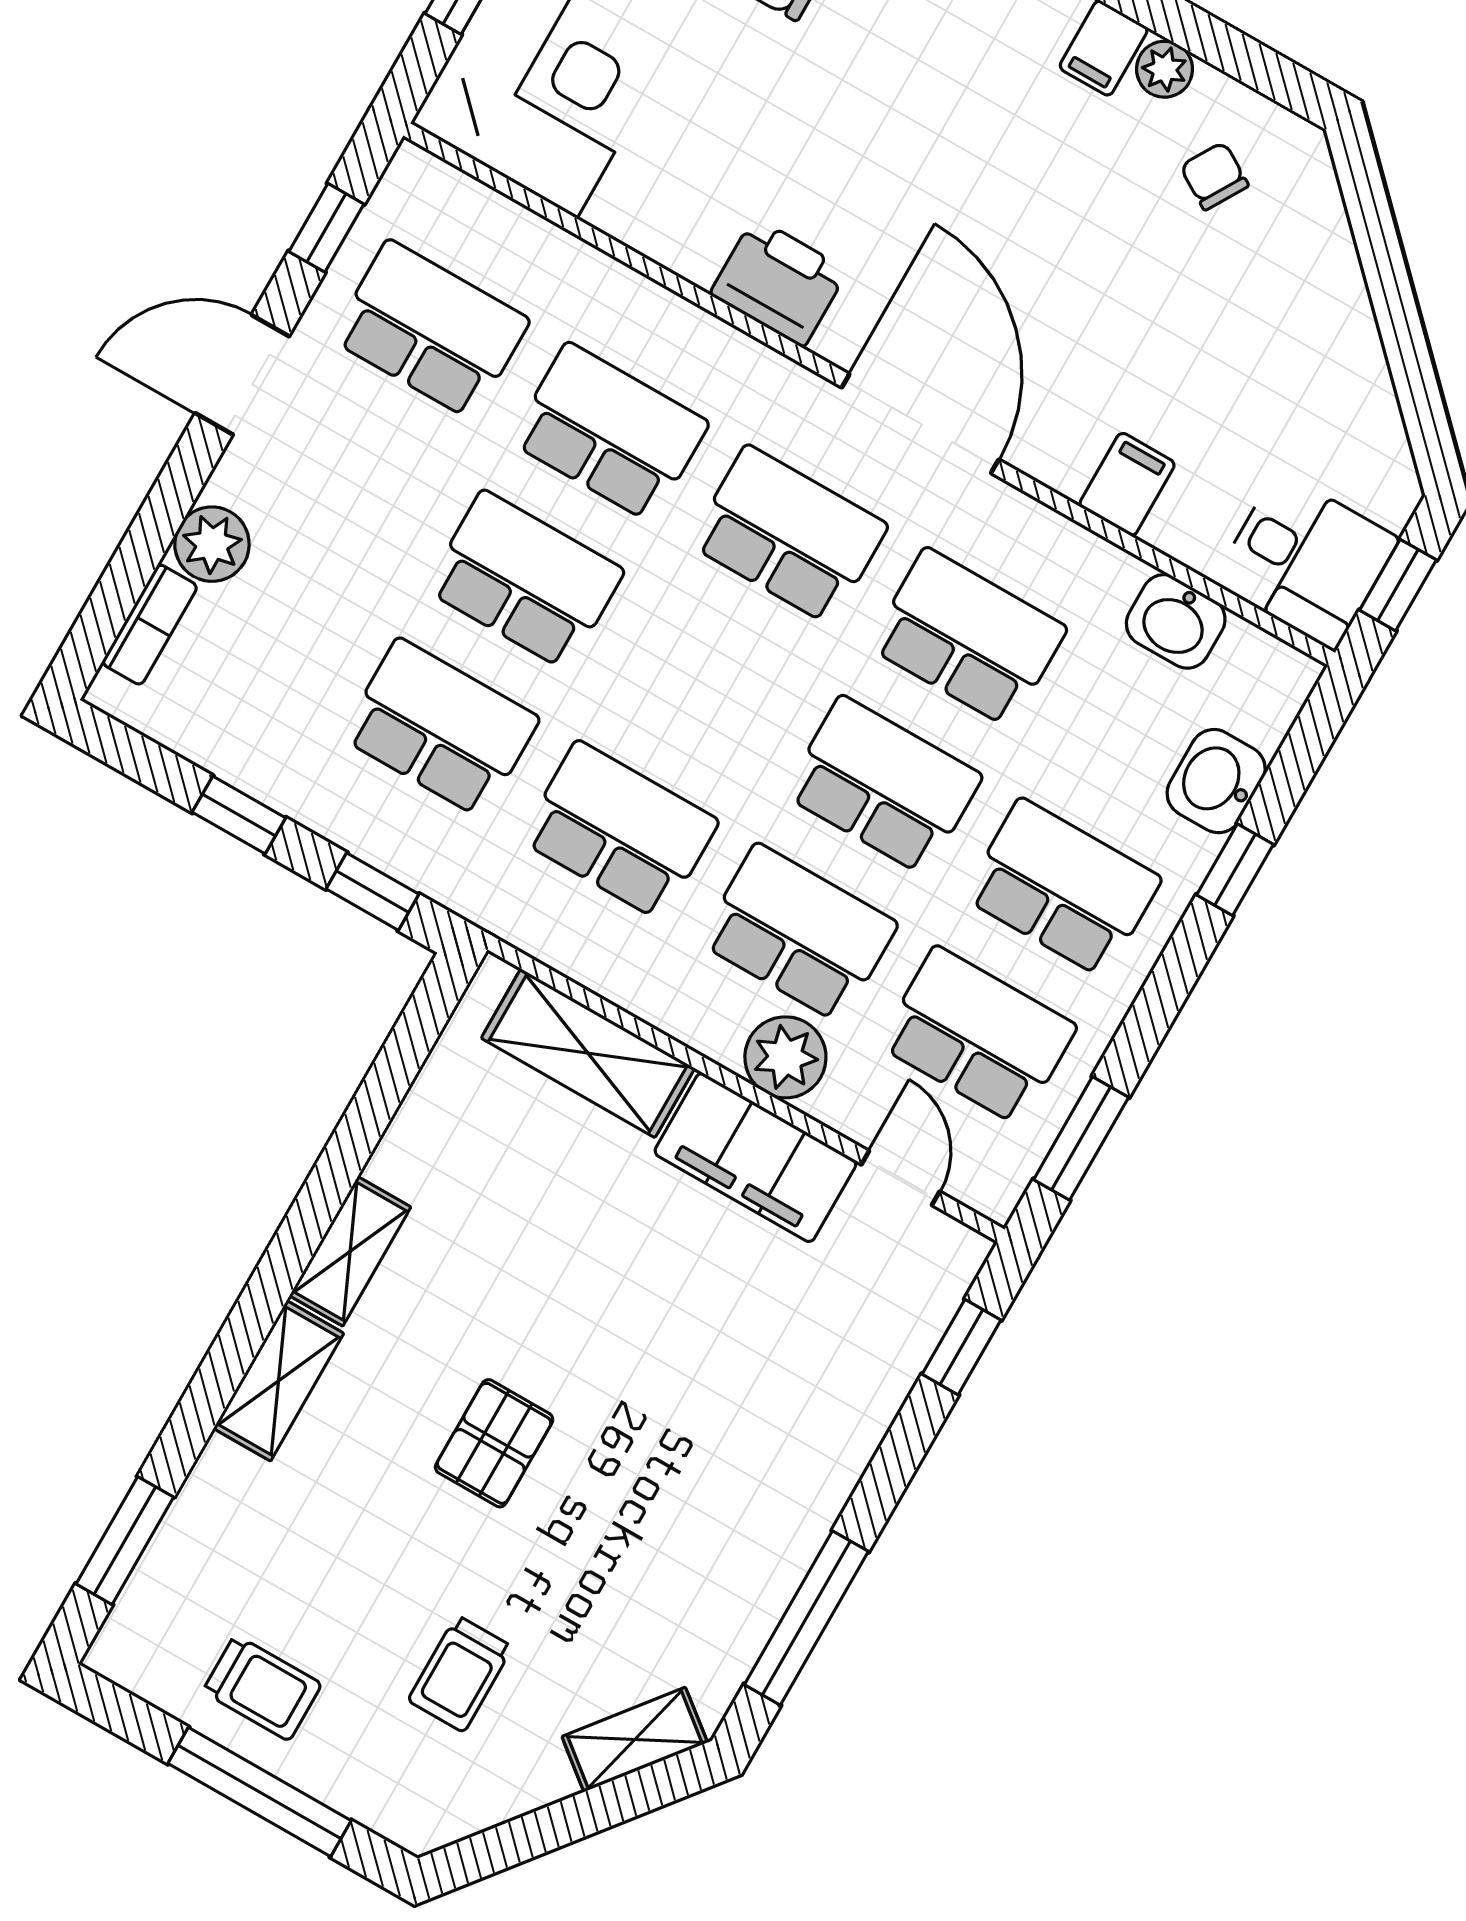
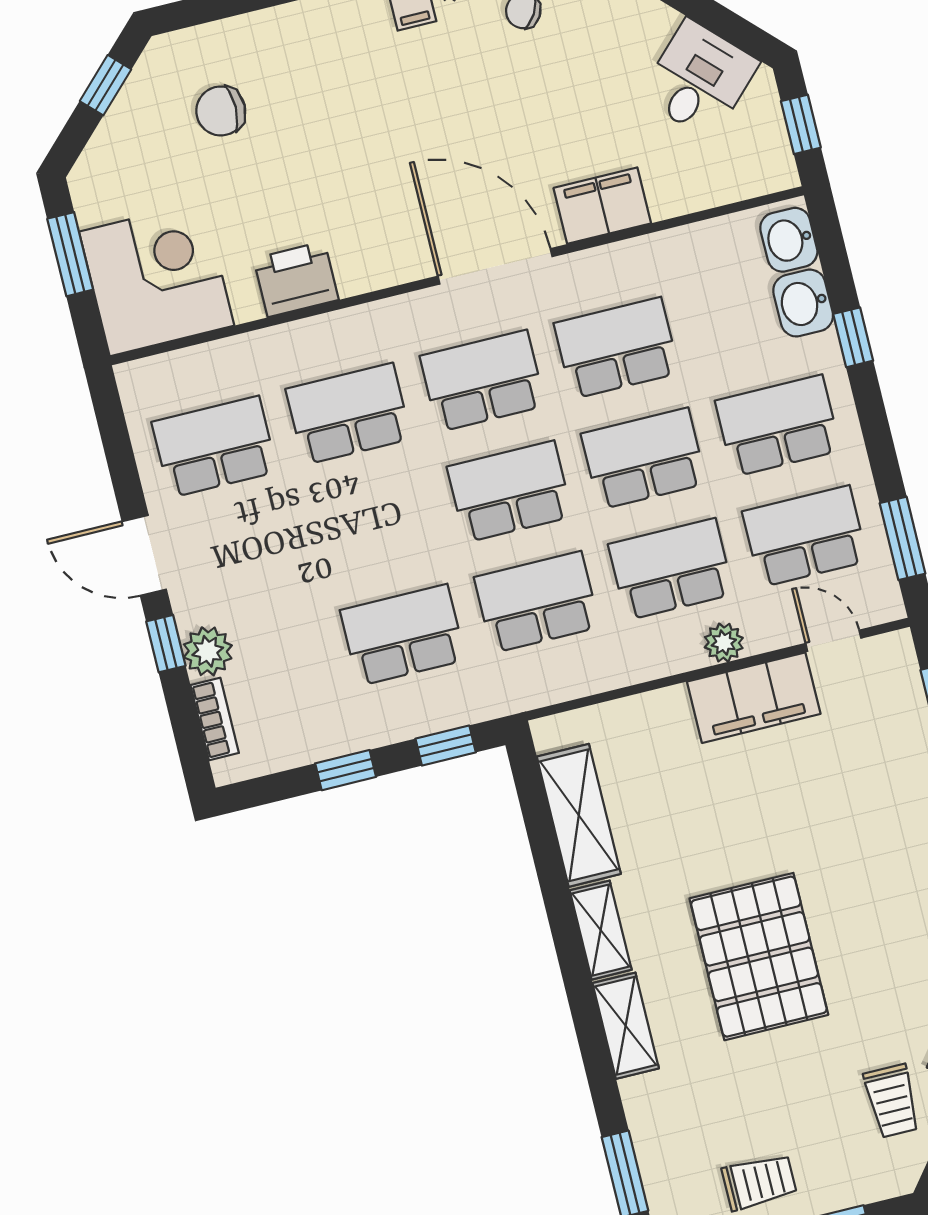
window: (326, 228) -> (166, 644), moved
printer: (779, 282) -> (296, 279), moved
door: (242, 375) -> (144, 555), hinge flipped
filing cabinet: (1127, 484) -> (602, 206), width x2.00
desk: (1306, 560) -> (699, 79), moved, turned -45
school desk: (525, 580) -> (510, 492), moved
washbasin: (1176, 621) -> (789, 240), moved, turned 90
shelving: (588, 1053) -> (579, 815), moved, turned 90
plant: (785, 1057) -> (724, 643), width x0.73, depth x0.73
pallet: (494, 1443) -> (759, 957), width x2.05, depth x2.00
trolley: (460, 1674) -> (892, 1101), moved

